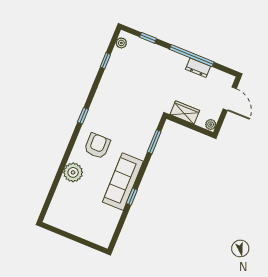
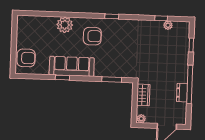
plant: (121, 43) -> (168, 25), moved
armchair: (95, 230) -> (26, 58), added

